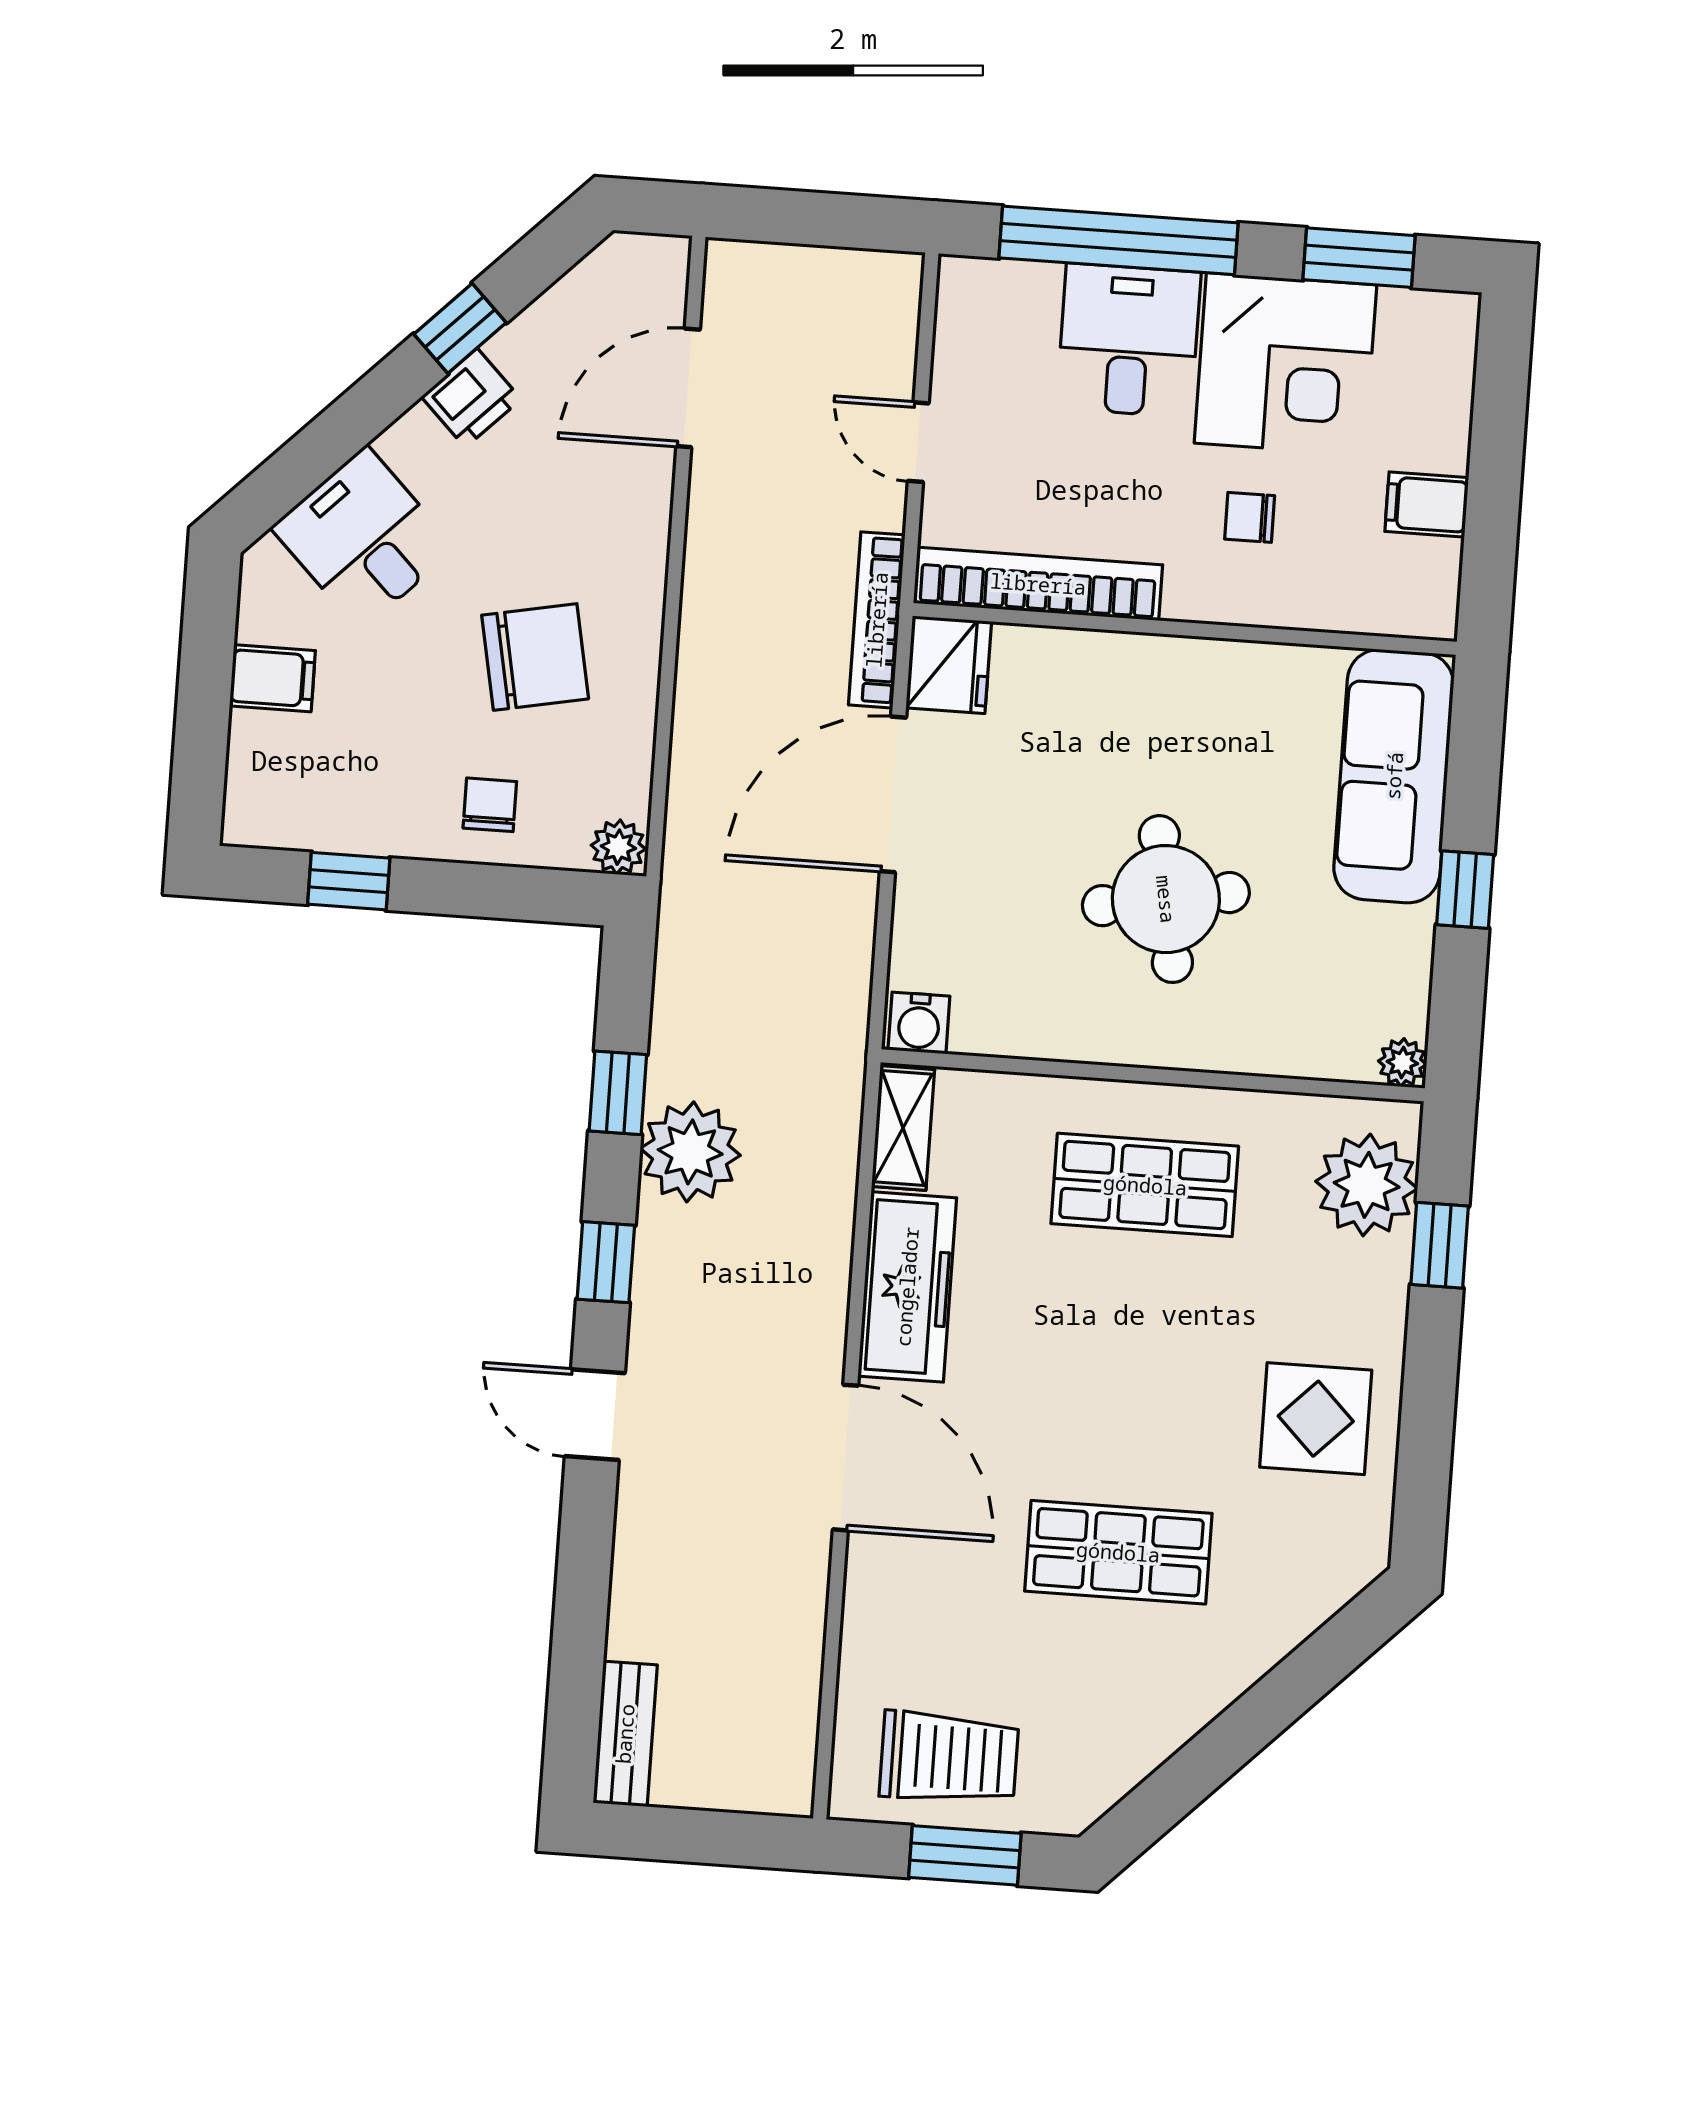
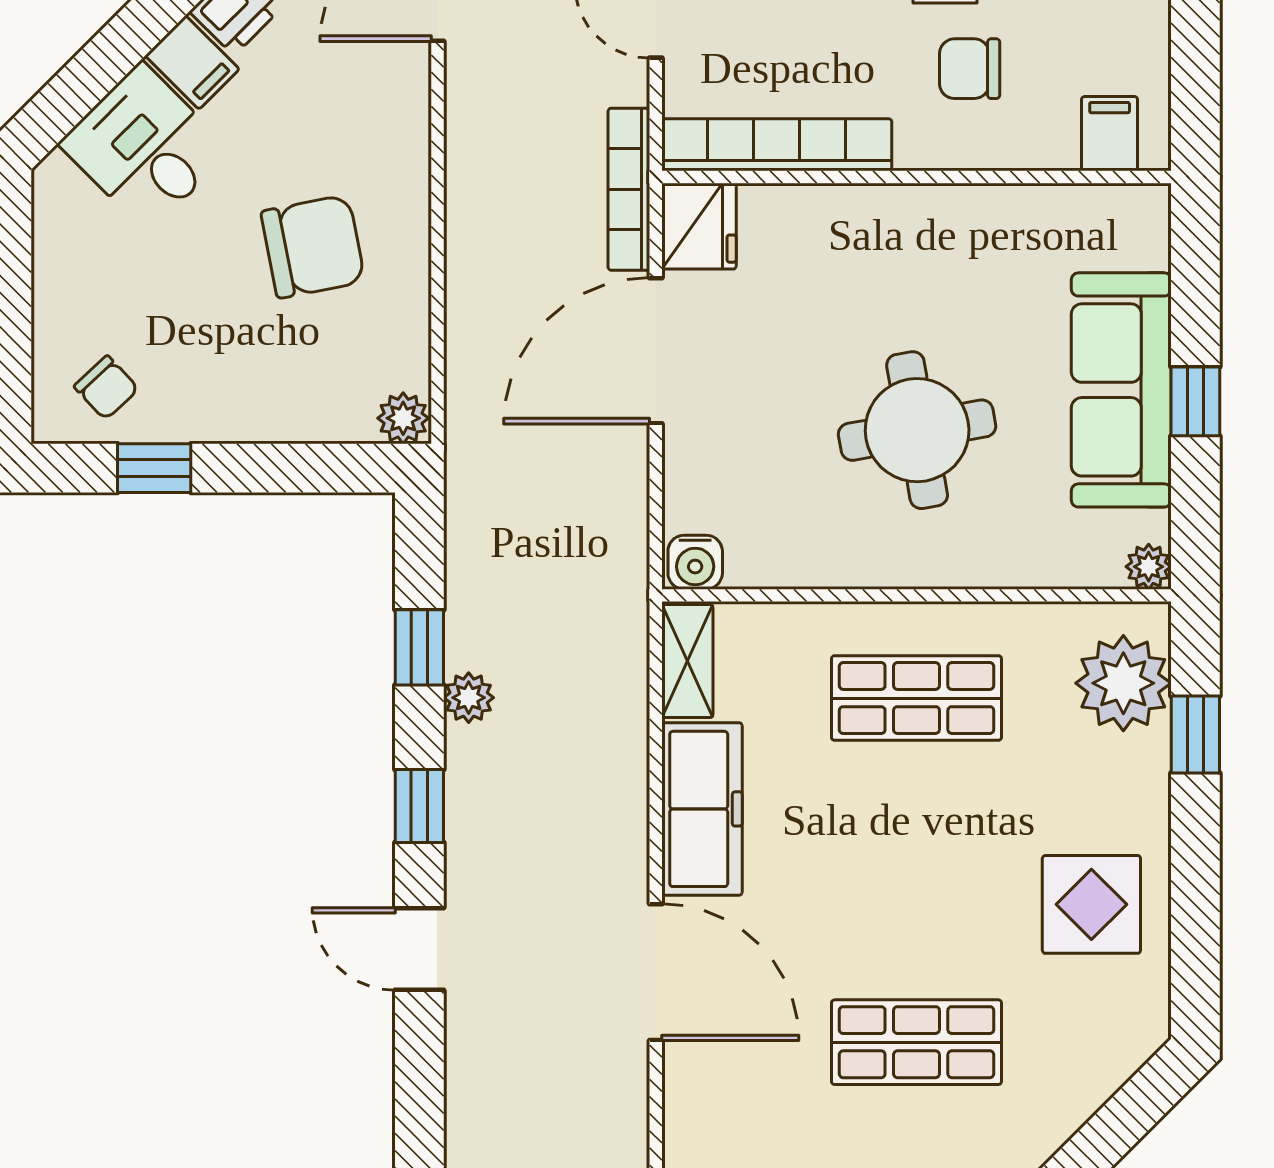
filing cabinet: (1427, 505) -> (1110, 134), moved, turned 90
chair: (1250, 517) -> (970, 69), width x1.37, depth x1.37
filing cabinet: (272, 678) -> (192, 62), moved, turned 45
sofa: (1394, 776) -> (1121, 390), moved
chair: (490, 805) -> (106, 388), moved, turned 137
plant: (690, 1152) -> (469, 698), width x0.53, depth x0.53

